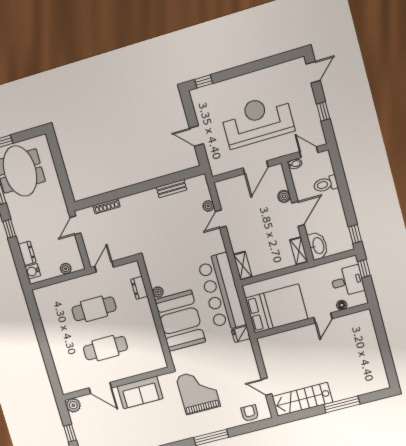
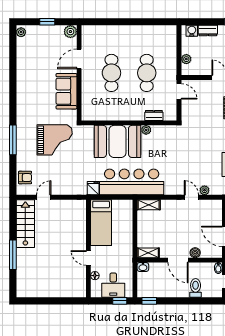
washbasin: (318, 246) -> (143, 267), width x0.52, depth x0.69
bed: (277, 309) -> (101, 223), width x0.67

